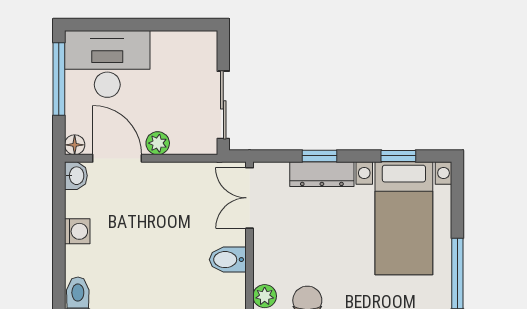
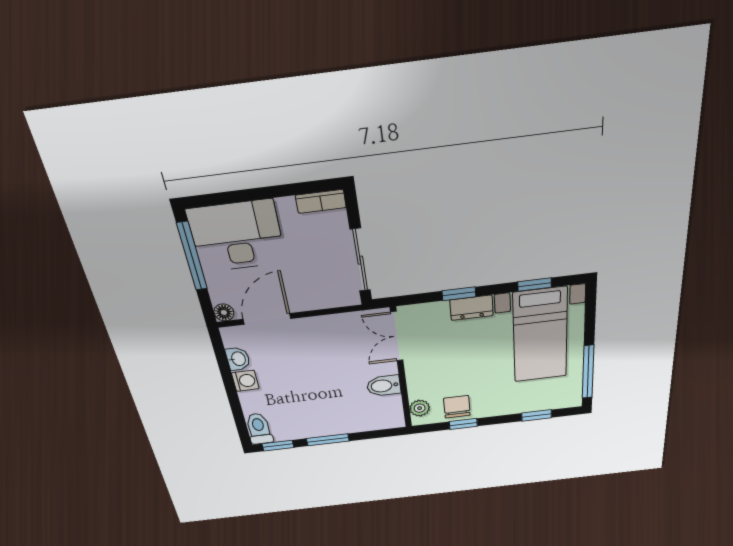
bookcase: (194, 40) -> (321, 201), added
plant: (158, 143) -> (303, 302), removed
door: (117, 158) -> (267, 319), hinge flipped
dresser: (322, 174) -> (472, 308), width x0.70
washbasin: (76, 176) -> (238, 359), moved

